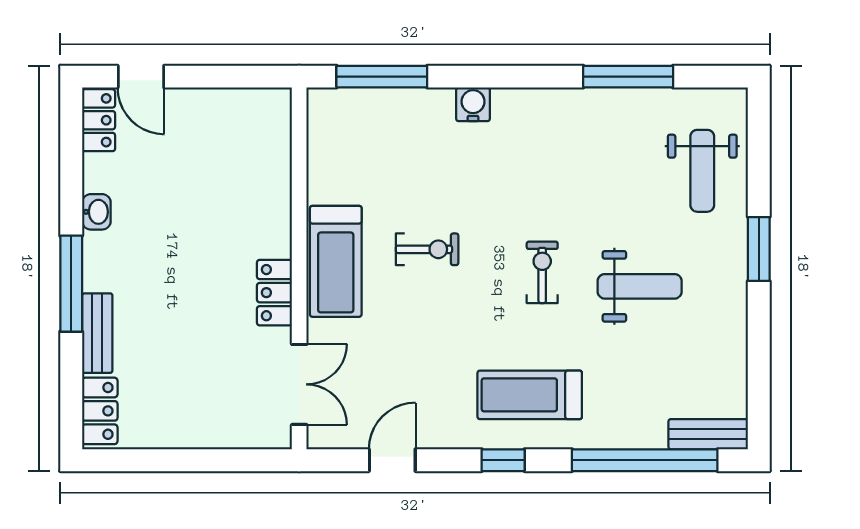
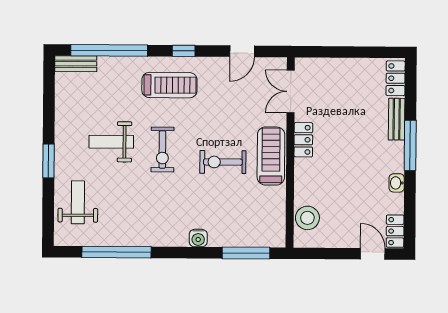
window: (628, 77) -> (117, 252), width x1.46
stool: (266, 144) -> (307, 218), added
exercise bike: (427, 249) -> (223, 162), width x1.38, depth x1.39
exercise bike: (542, 272) -> (162, 149), width x1.38, depth x1.39

